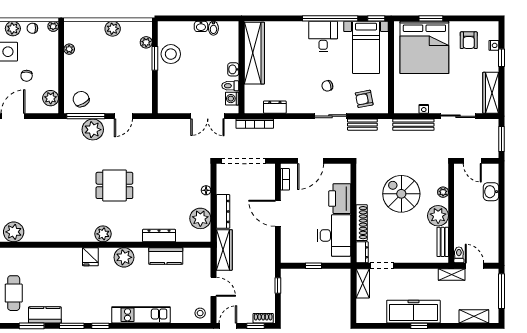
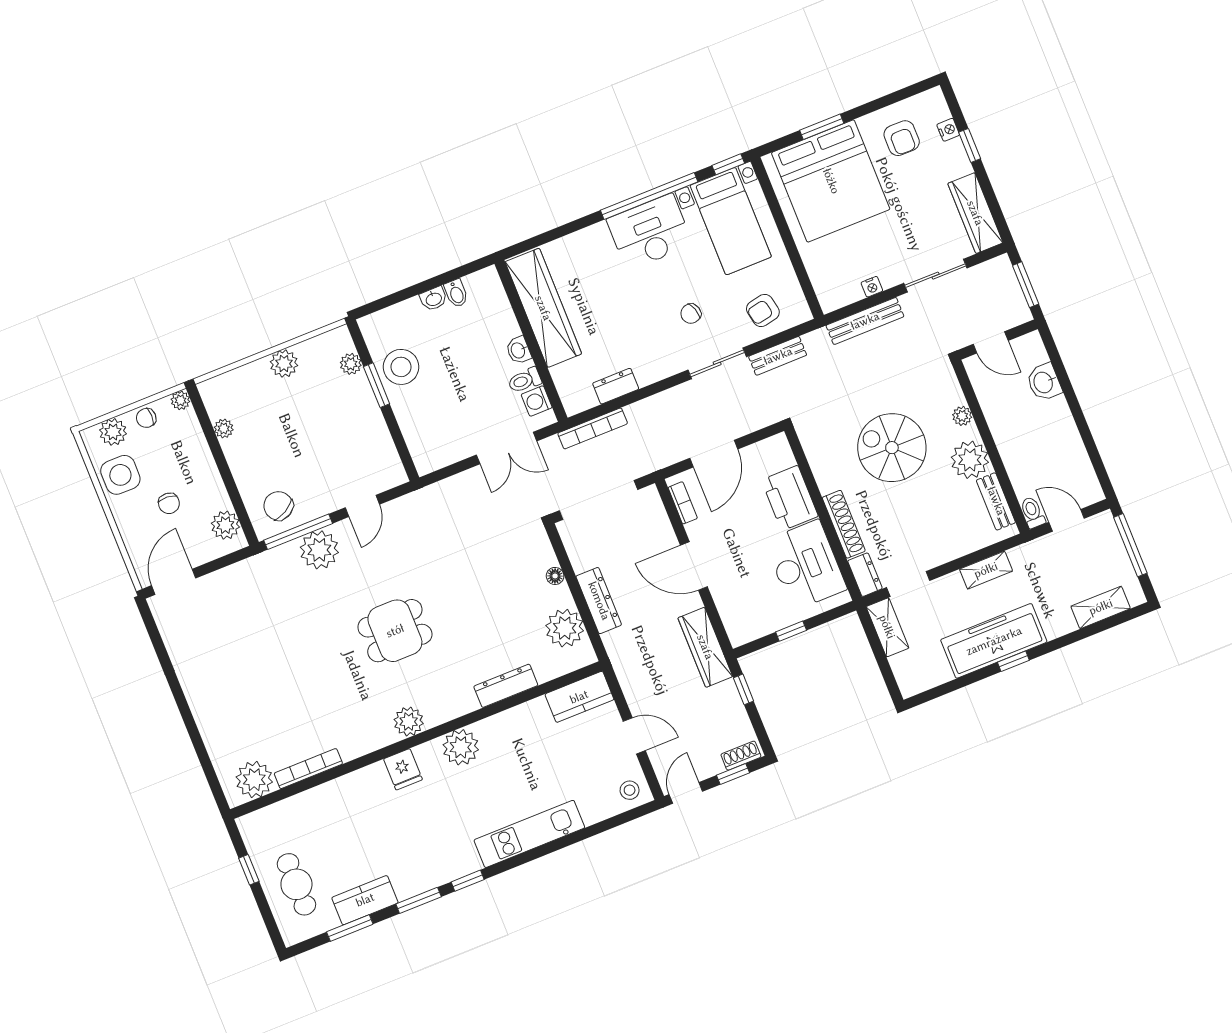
desk: (323, 37) -> (650, 232), width x1.37
bookcase: (43, 237) -> (308, 769), added
wardrobe: (224, 250) -> (705, 647), moved, turned 180
kitchen counter: (166, 256) -> (579, 697), moved
shelving: (452, 274) -> (986, 570), moved

